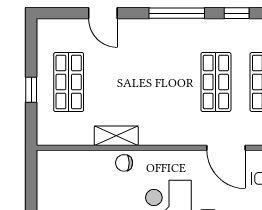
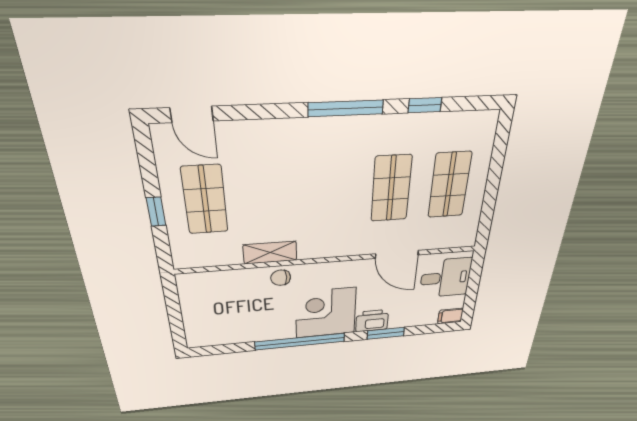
door: (103, 13) -> (192, 114), moved

